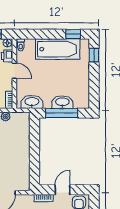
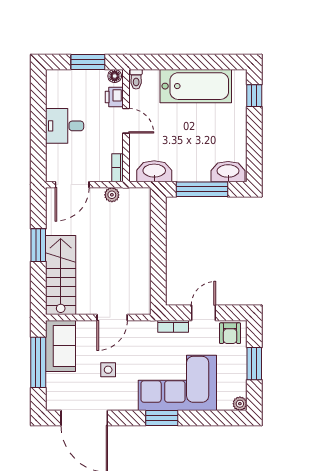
window: (73, 34) -> (221, 62), removed
washbasin: (62, 102) -> (228, 172), moved

